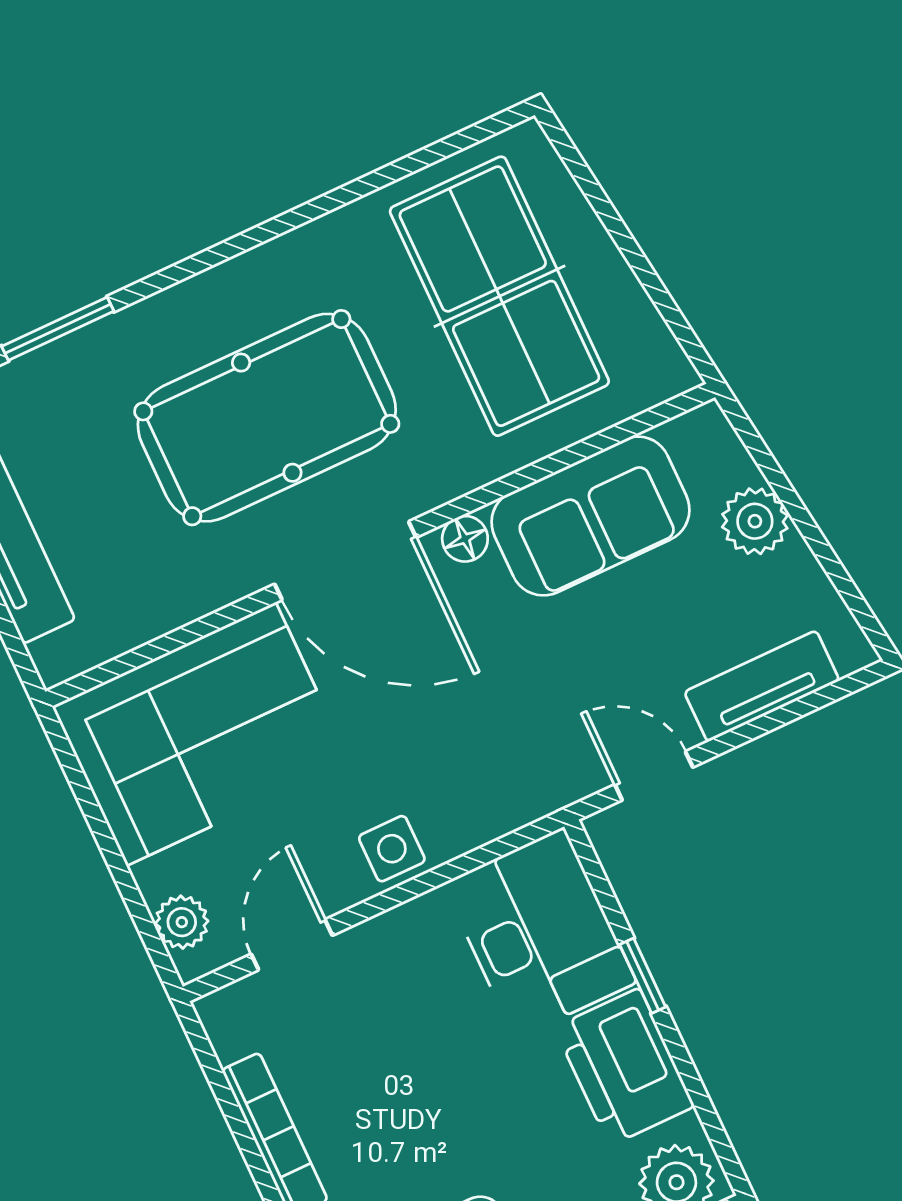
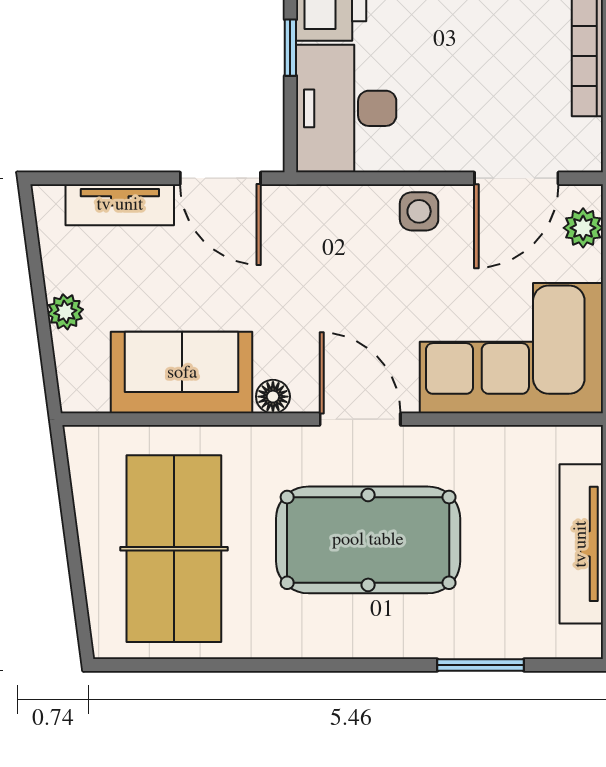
plant: (755, 521) -> (65, 312), width x0.73, depth x0.73
door: (345, 561) -> (360, 419), width x0.73
door: (654, 776) -> (220, 178), width x1.38
door: (292, 945) -> (516, 178), width x1.38

